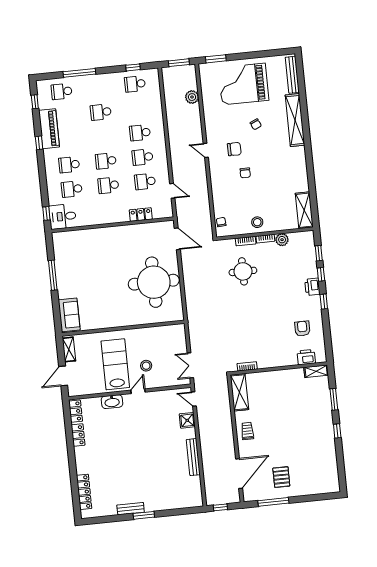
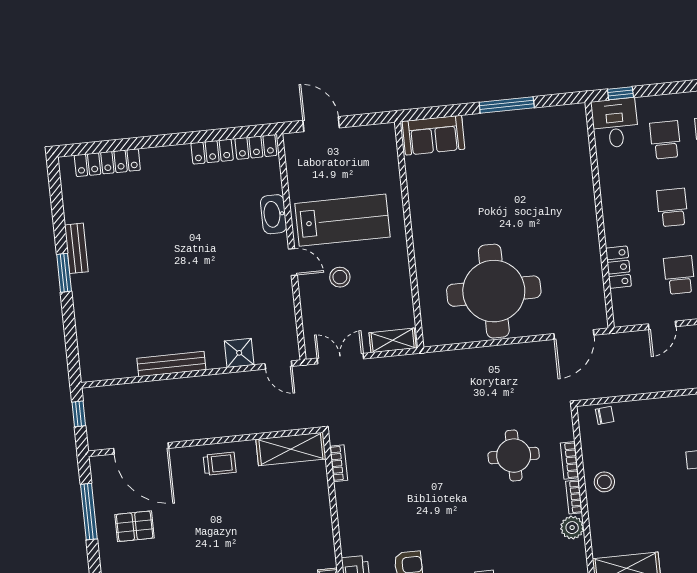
shelving: (69, 349) -> (393, 340), moved
door: (194, 399) -> (278, 365), swing flipped

